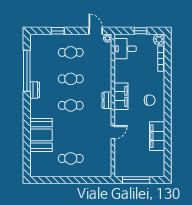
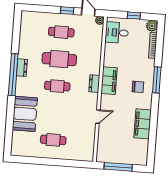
window: (58, 31) -> (67, 11), moved
window: (27, 71) -> (13, 75), moved
cafe table: (71, 79) -> (59, 59), width x1.37, depth x1.35
window: (168, 92) -> (157, 80), added

